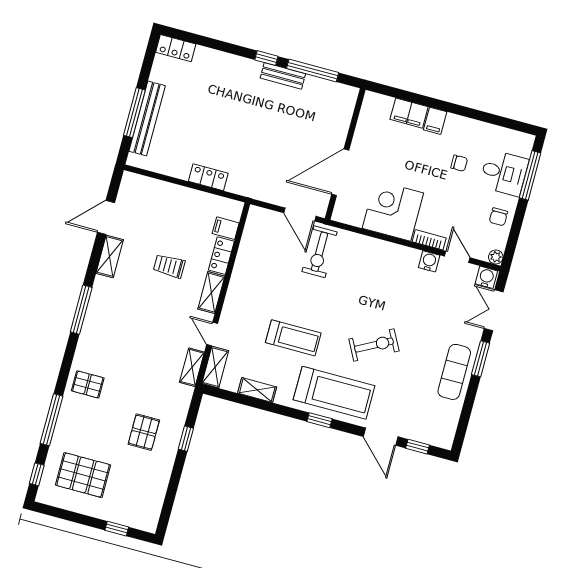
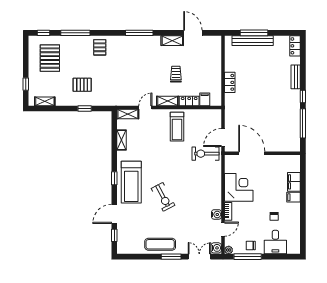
bench: (283, 76) -> (296, 77), moved
window: (530, 175) -> (248, 257), moved
treadmill: (293, 338) -> (177, 127), moved
shelving: (192, 367) -> (45, 101), moved

